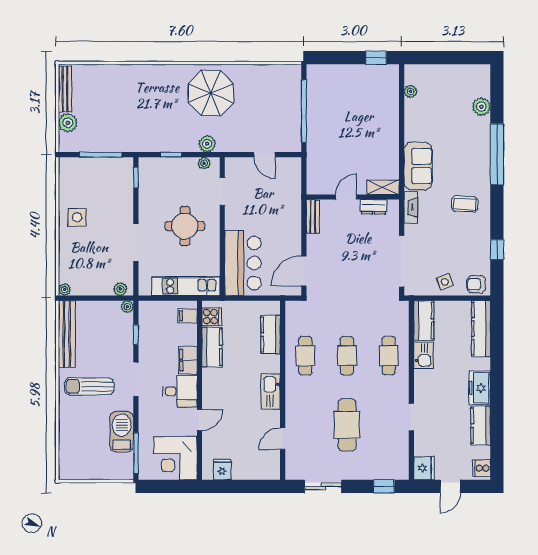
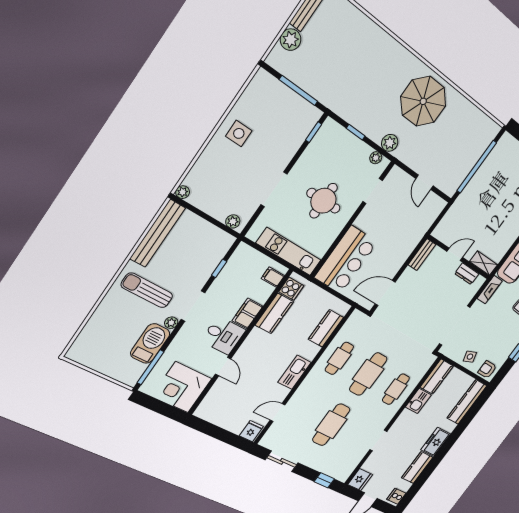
plant: (127, 307) -> (171, 323), moved
cafe table: (347, 356) -> (368, 374), width x1.37, depth x1.35
door: (199, 420) -> (223, 367), hinge flipped
fridge: (222, 470) -> (251, 431), moved

